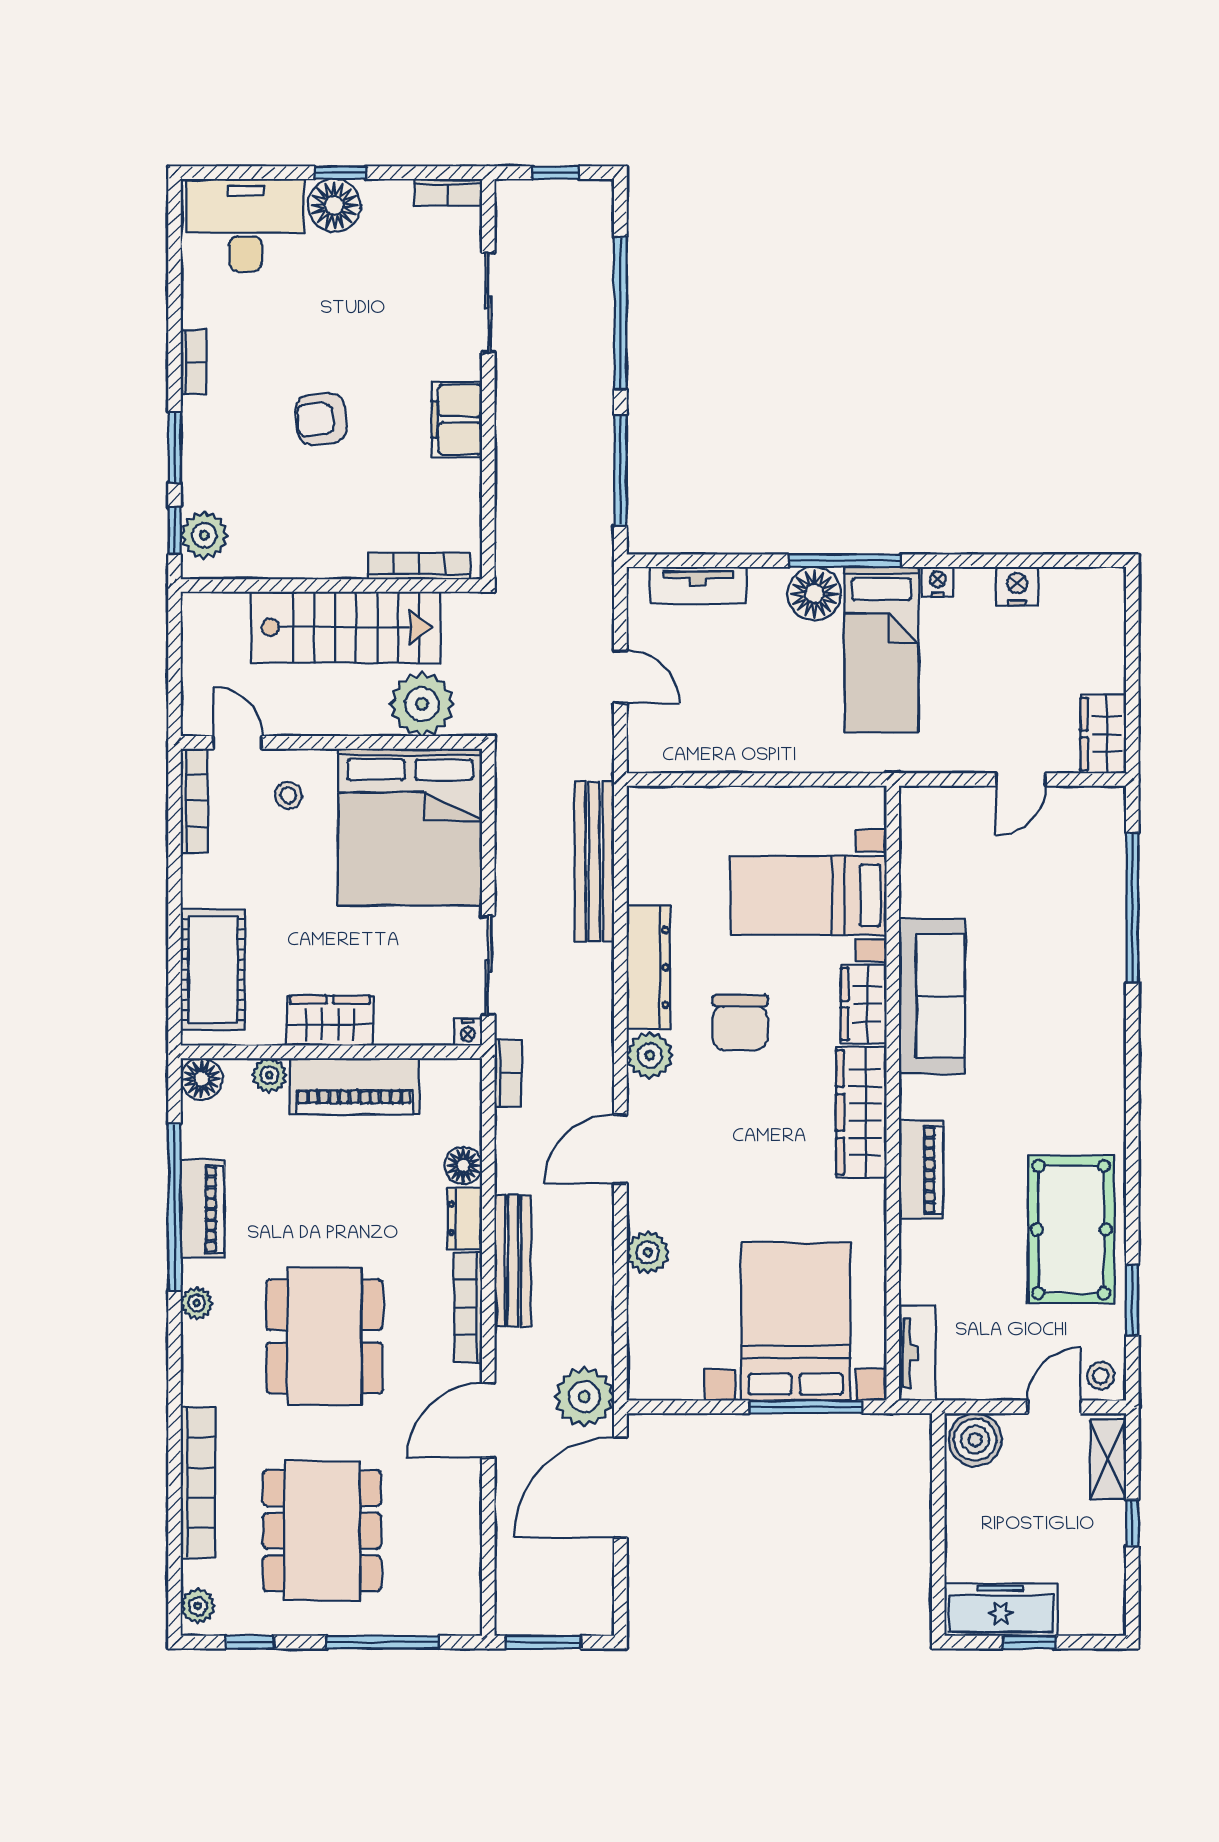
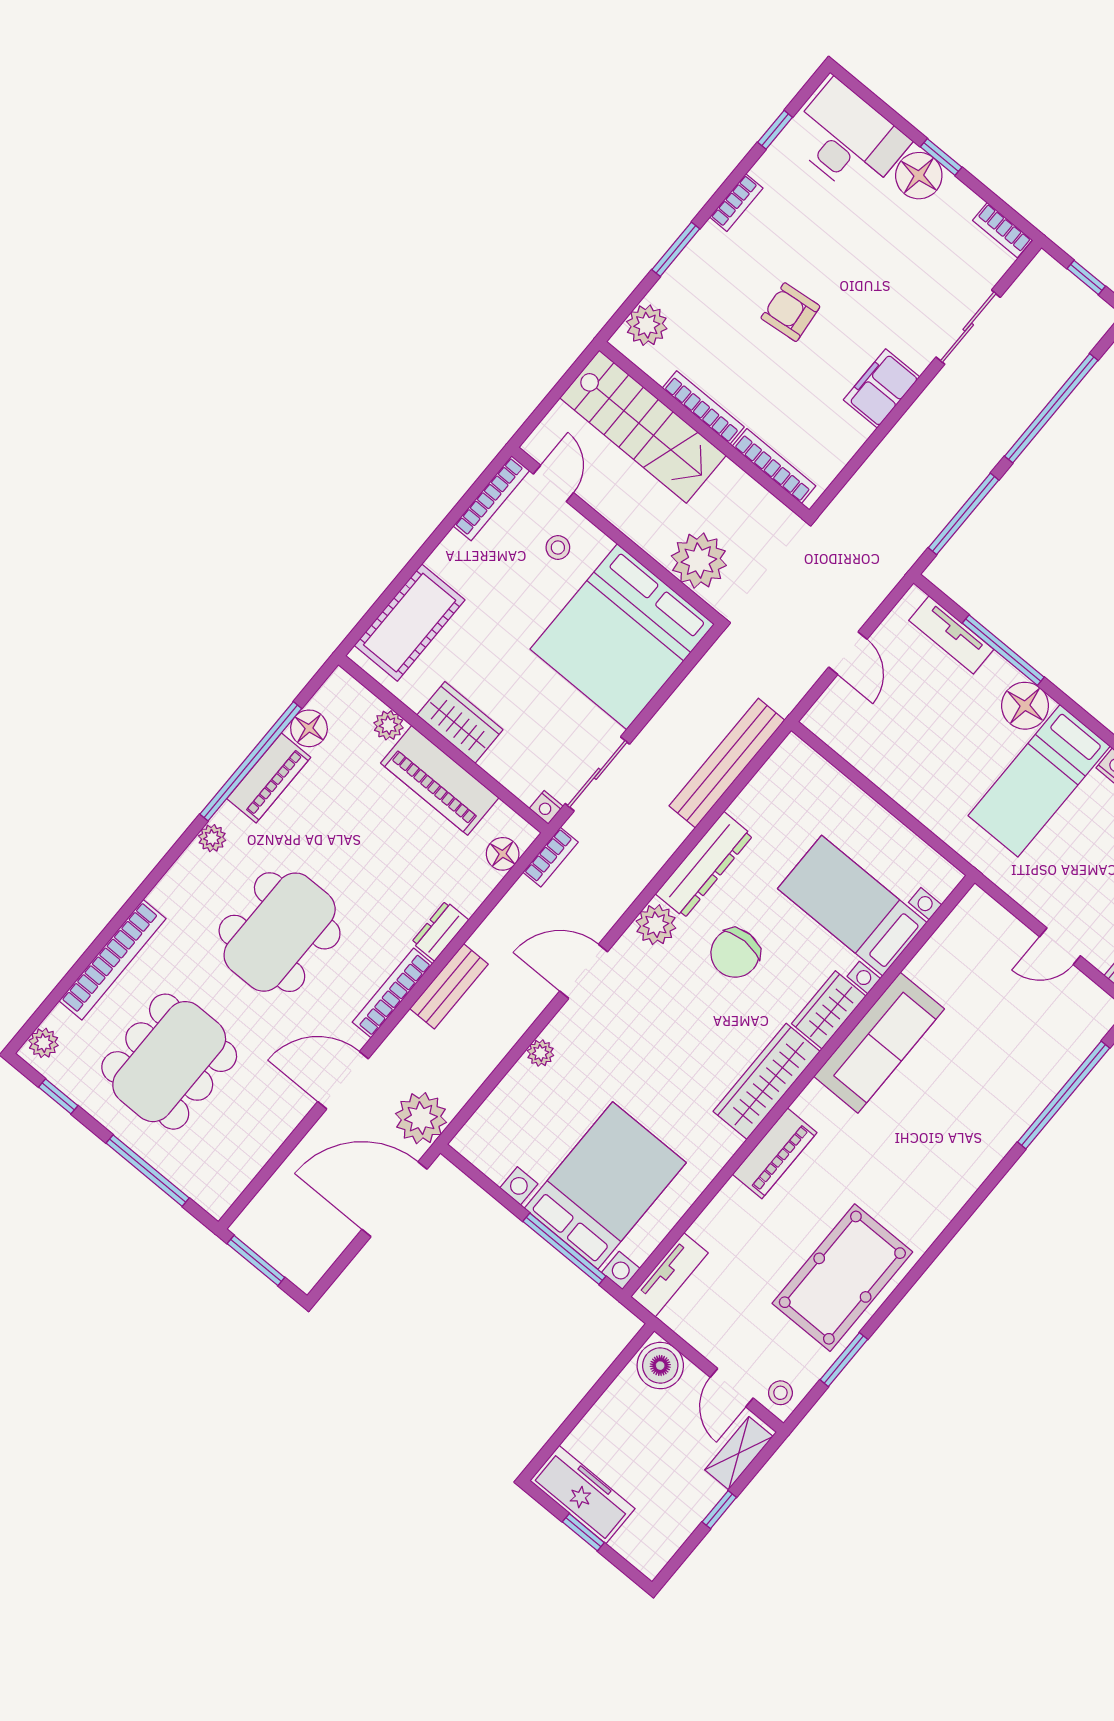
window: (175, 530) -> (775, 130), moved
window: (845, 561) -> (1003, 650), moved
bookcase: (314, 566) -> (703, 408), added
stairs: (346, 627) -> (643, 427), moved
floor lamp: (202, 1079) -> (309, 728), moved
floor lamp: (463, 1166) -> (503, 854), moved
plant: (648, 1252) -> (541, 1053), width x0.73, depth x0.73
bench: (513, 1261) -> (449, 986), width x0.73
door: (1054, 1407) -> (732, 1388), swing flipped

